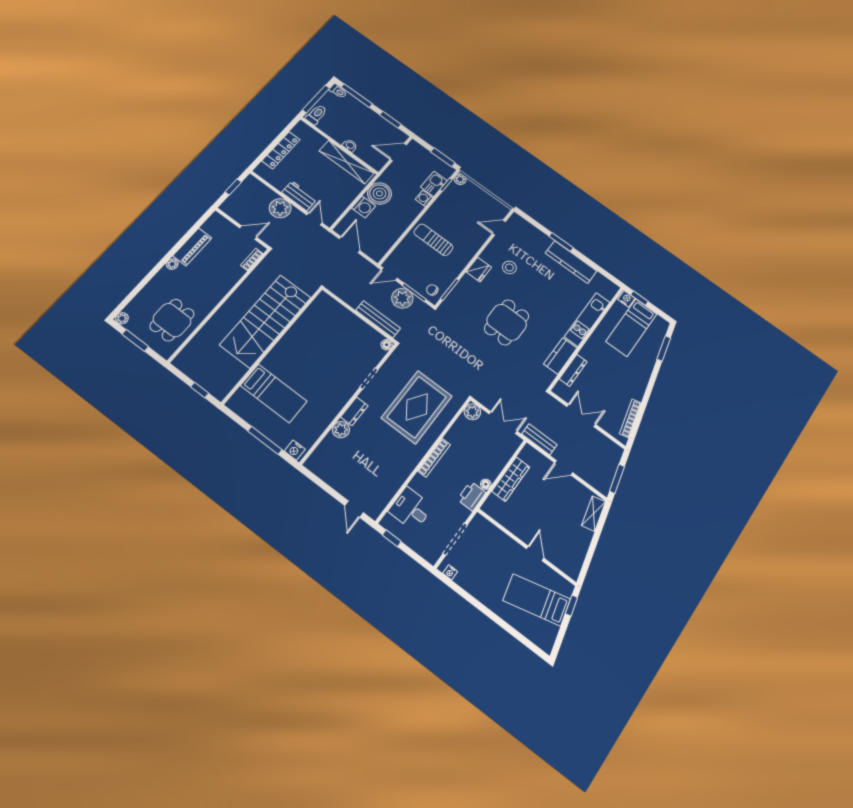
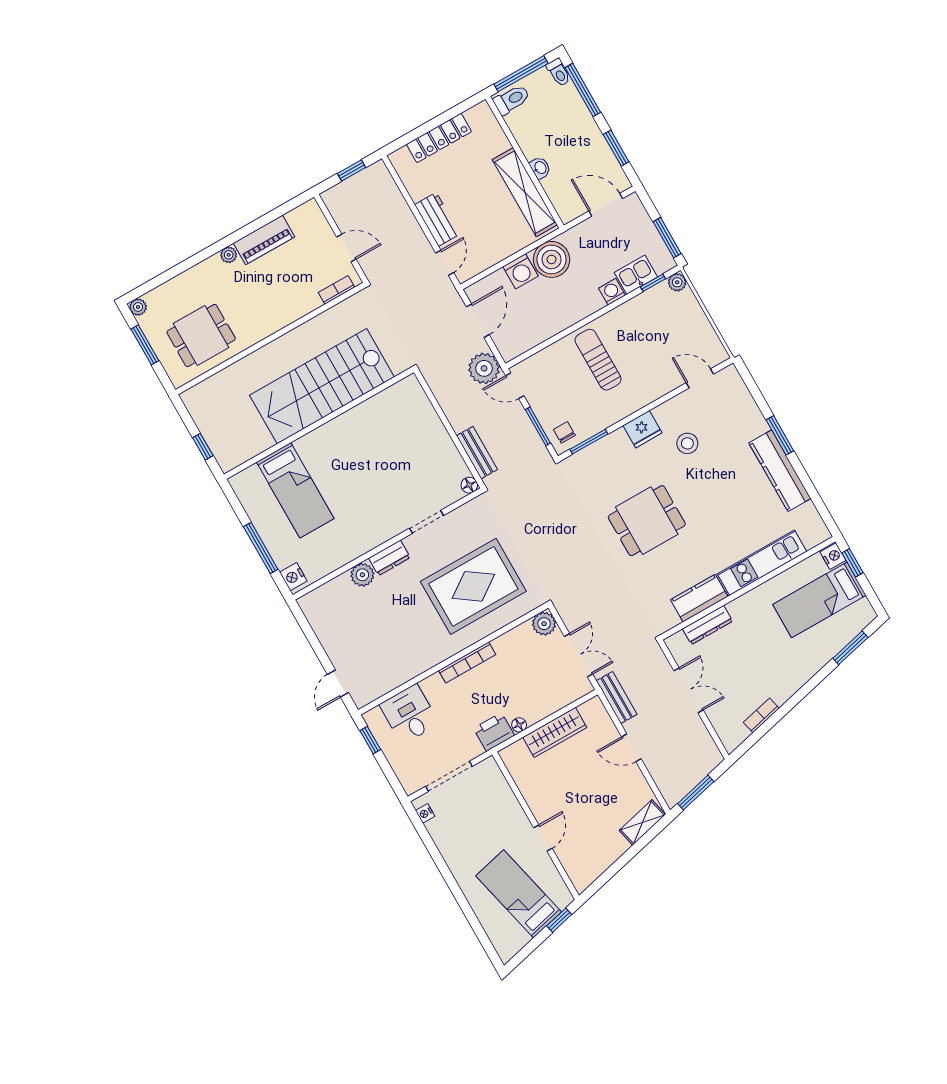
plant: (280, 208) -> (404, 228), removed
plant: (402, 298) -> (484, 368), moved
bench: (378, 319) -> (477, 453), width x0.73
bookcase: (630, 418) -> (761, 715), width x0.64

